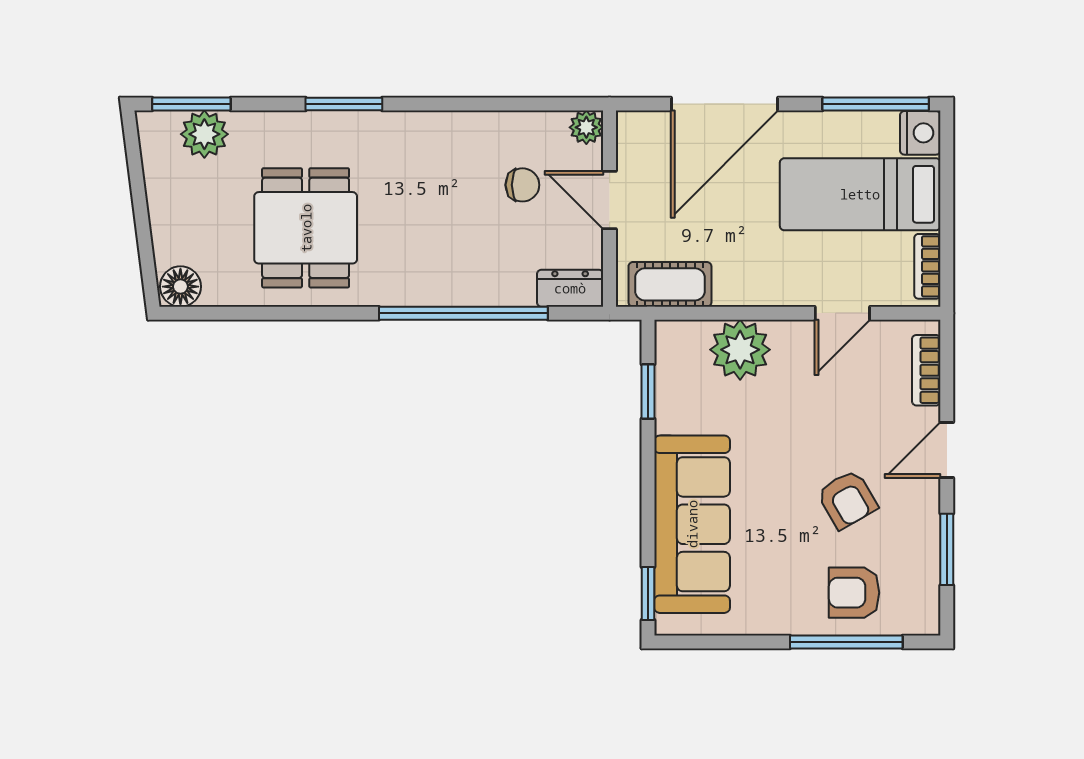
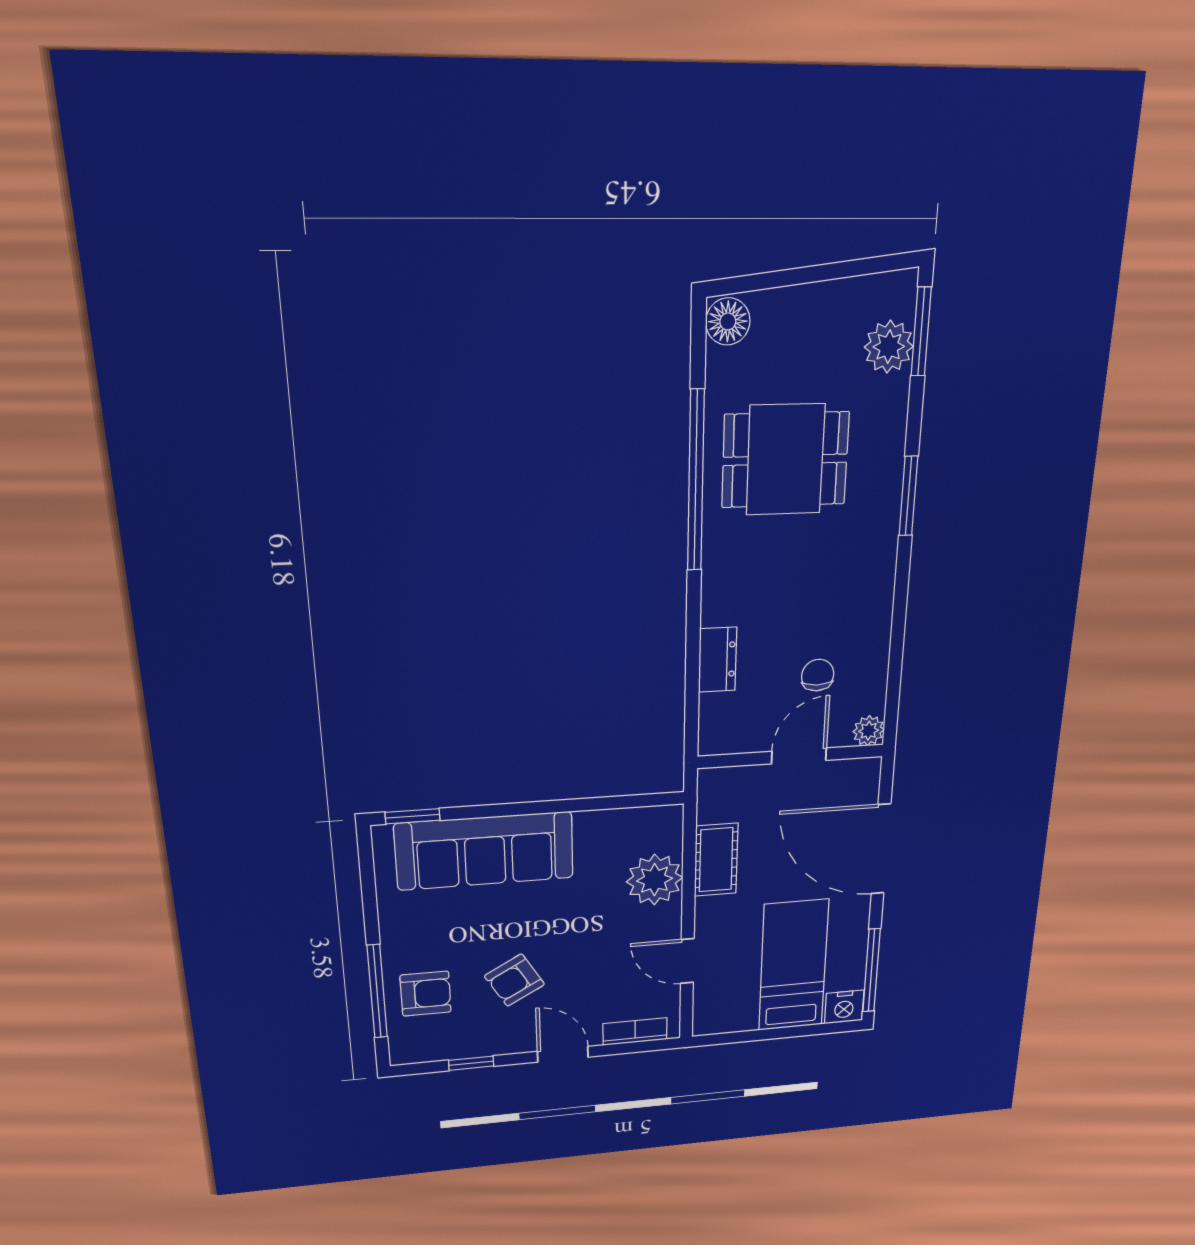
chair: (522, 185) -> (818, 675), turned 180
bookcase: (927, 266) -> (728, 1023), removed
cot: (670, 284) -> (716, 860), moved
dresser: (570, 288) -> (717, 660), moved
window: (463, 313) -> (696, 481), moved
window: (648, 392) -> (614, 802), removed
window: (947, 549) -> (471, 1063), width x0.67
armchair: (854, 593) -> (426, 994), turned 90

